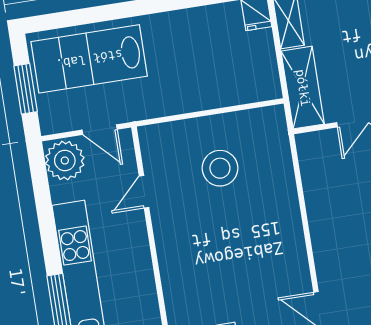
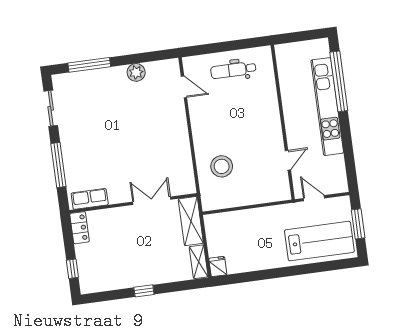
plant: (65, 160) -> (335, 180), removed
stool: (220, 168) -> (222, 166), moved

